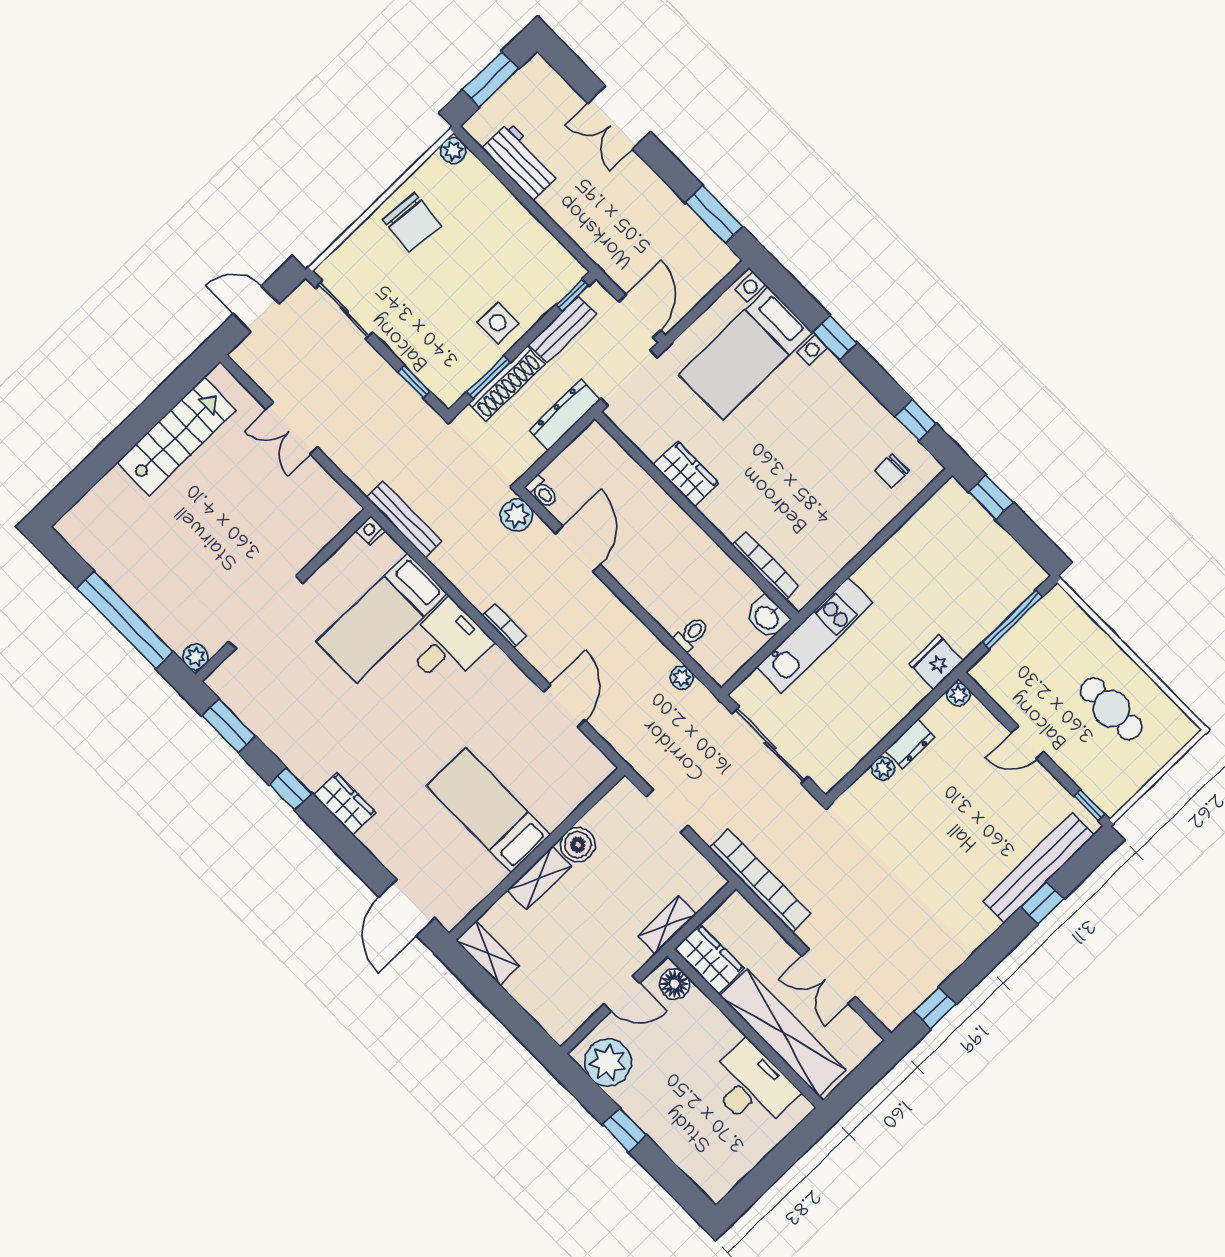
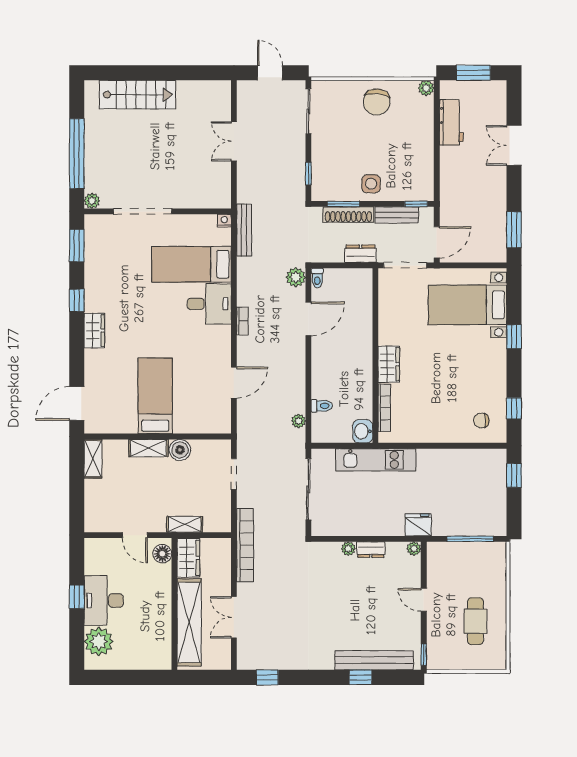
dresser: (564, 415) -> (361, 254), width x0.70
stairs: (176, 436) -> (137, 95), moved
wardrobe: (686, 474) -> (389, 364), moved
plant: (608, 1062) -> (99, 642), moved
desk: (752, 1086) -> (104, 601), moved, turned 180

